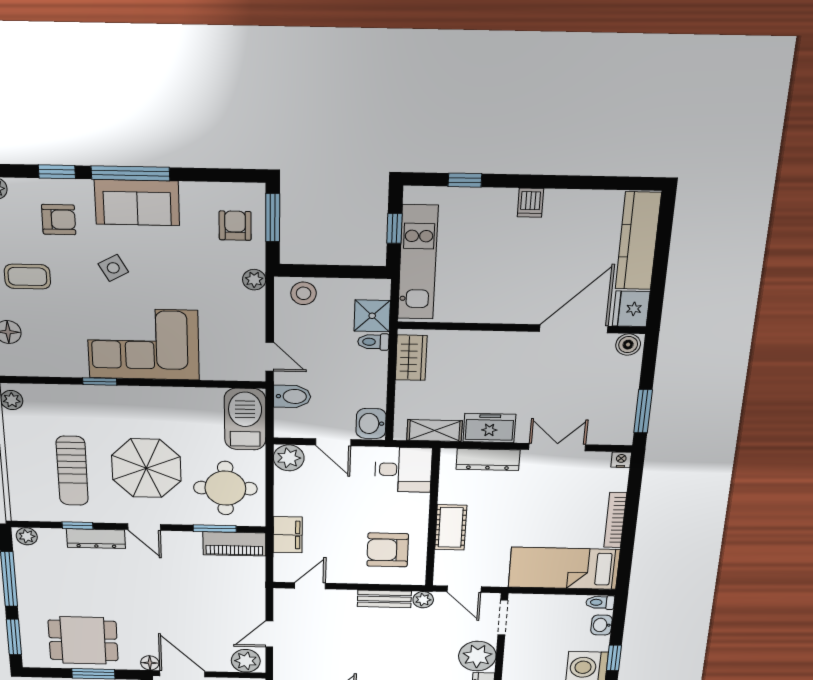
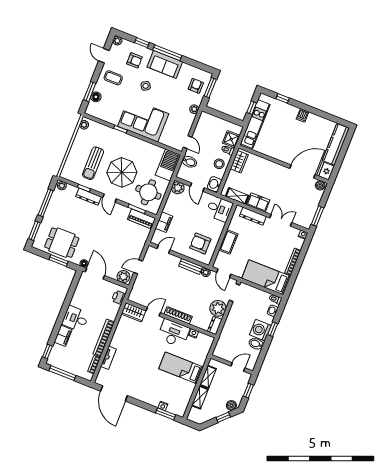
stool: (304, 293) -> (219, 164), moved

